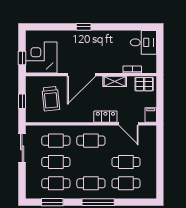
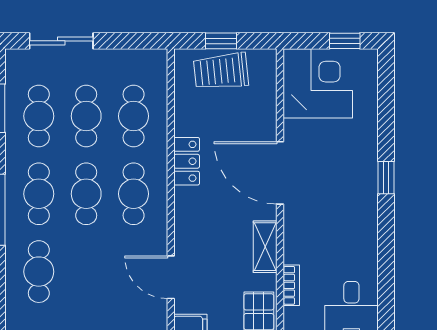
window: (22, 58) -> (345, 41), moved
trolley: (51, 99) -> (221, 71), moved
locker: (105, 117) -> (187, 161), moved
door: (129, 124) -> (171, 277), hinge flipped
sliding door: (22, 148) -> (61, 41), moved
cafe table: (126, 162) -> (86, 194), moved

